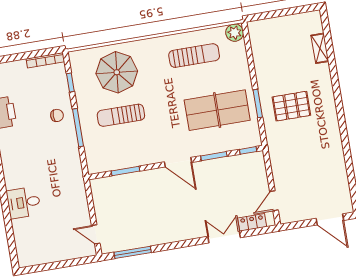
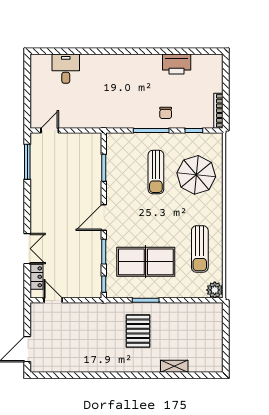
shelving: (320, 48) -> (174, 366), moved
table tennis table: (217, 110) -> (146, 262), turned 90
sun lounger: (121, 115) -> (156, 172), turned 180
desk: (24, 203) -> (66, 69), moved

